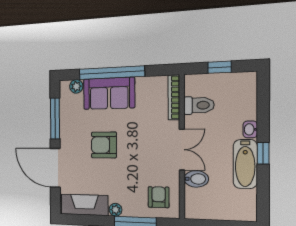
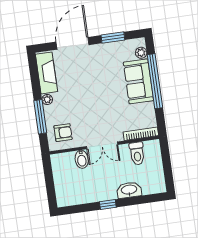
window: (220, 67) -> (167, 165), removed
window: (55, 118) -> (113, 38), width x0.69
washbasin: (250, 129) -> (129, 190), width x1.91, depth x1.45
armchair: (104, 145) -> (97, 83), removed
bathtub: (245, 164) -> (98, 193), removed

